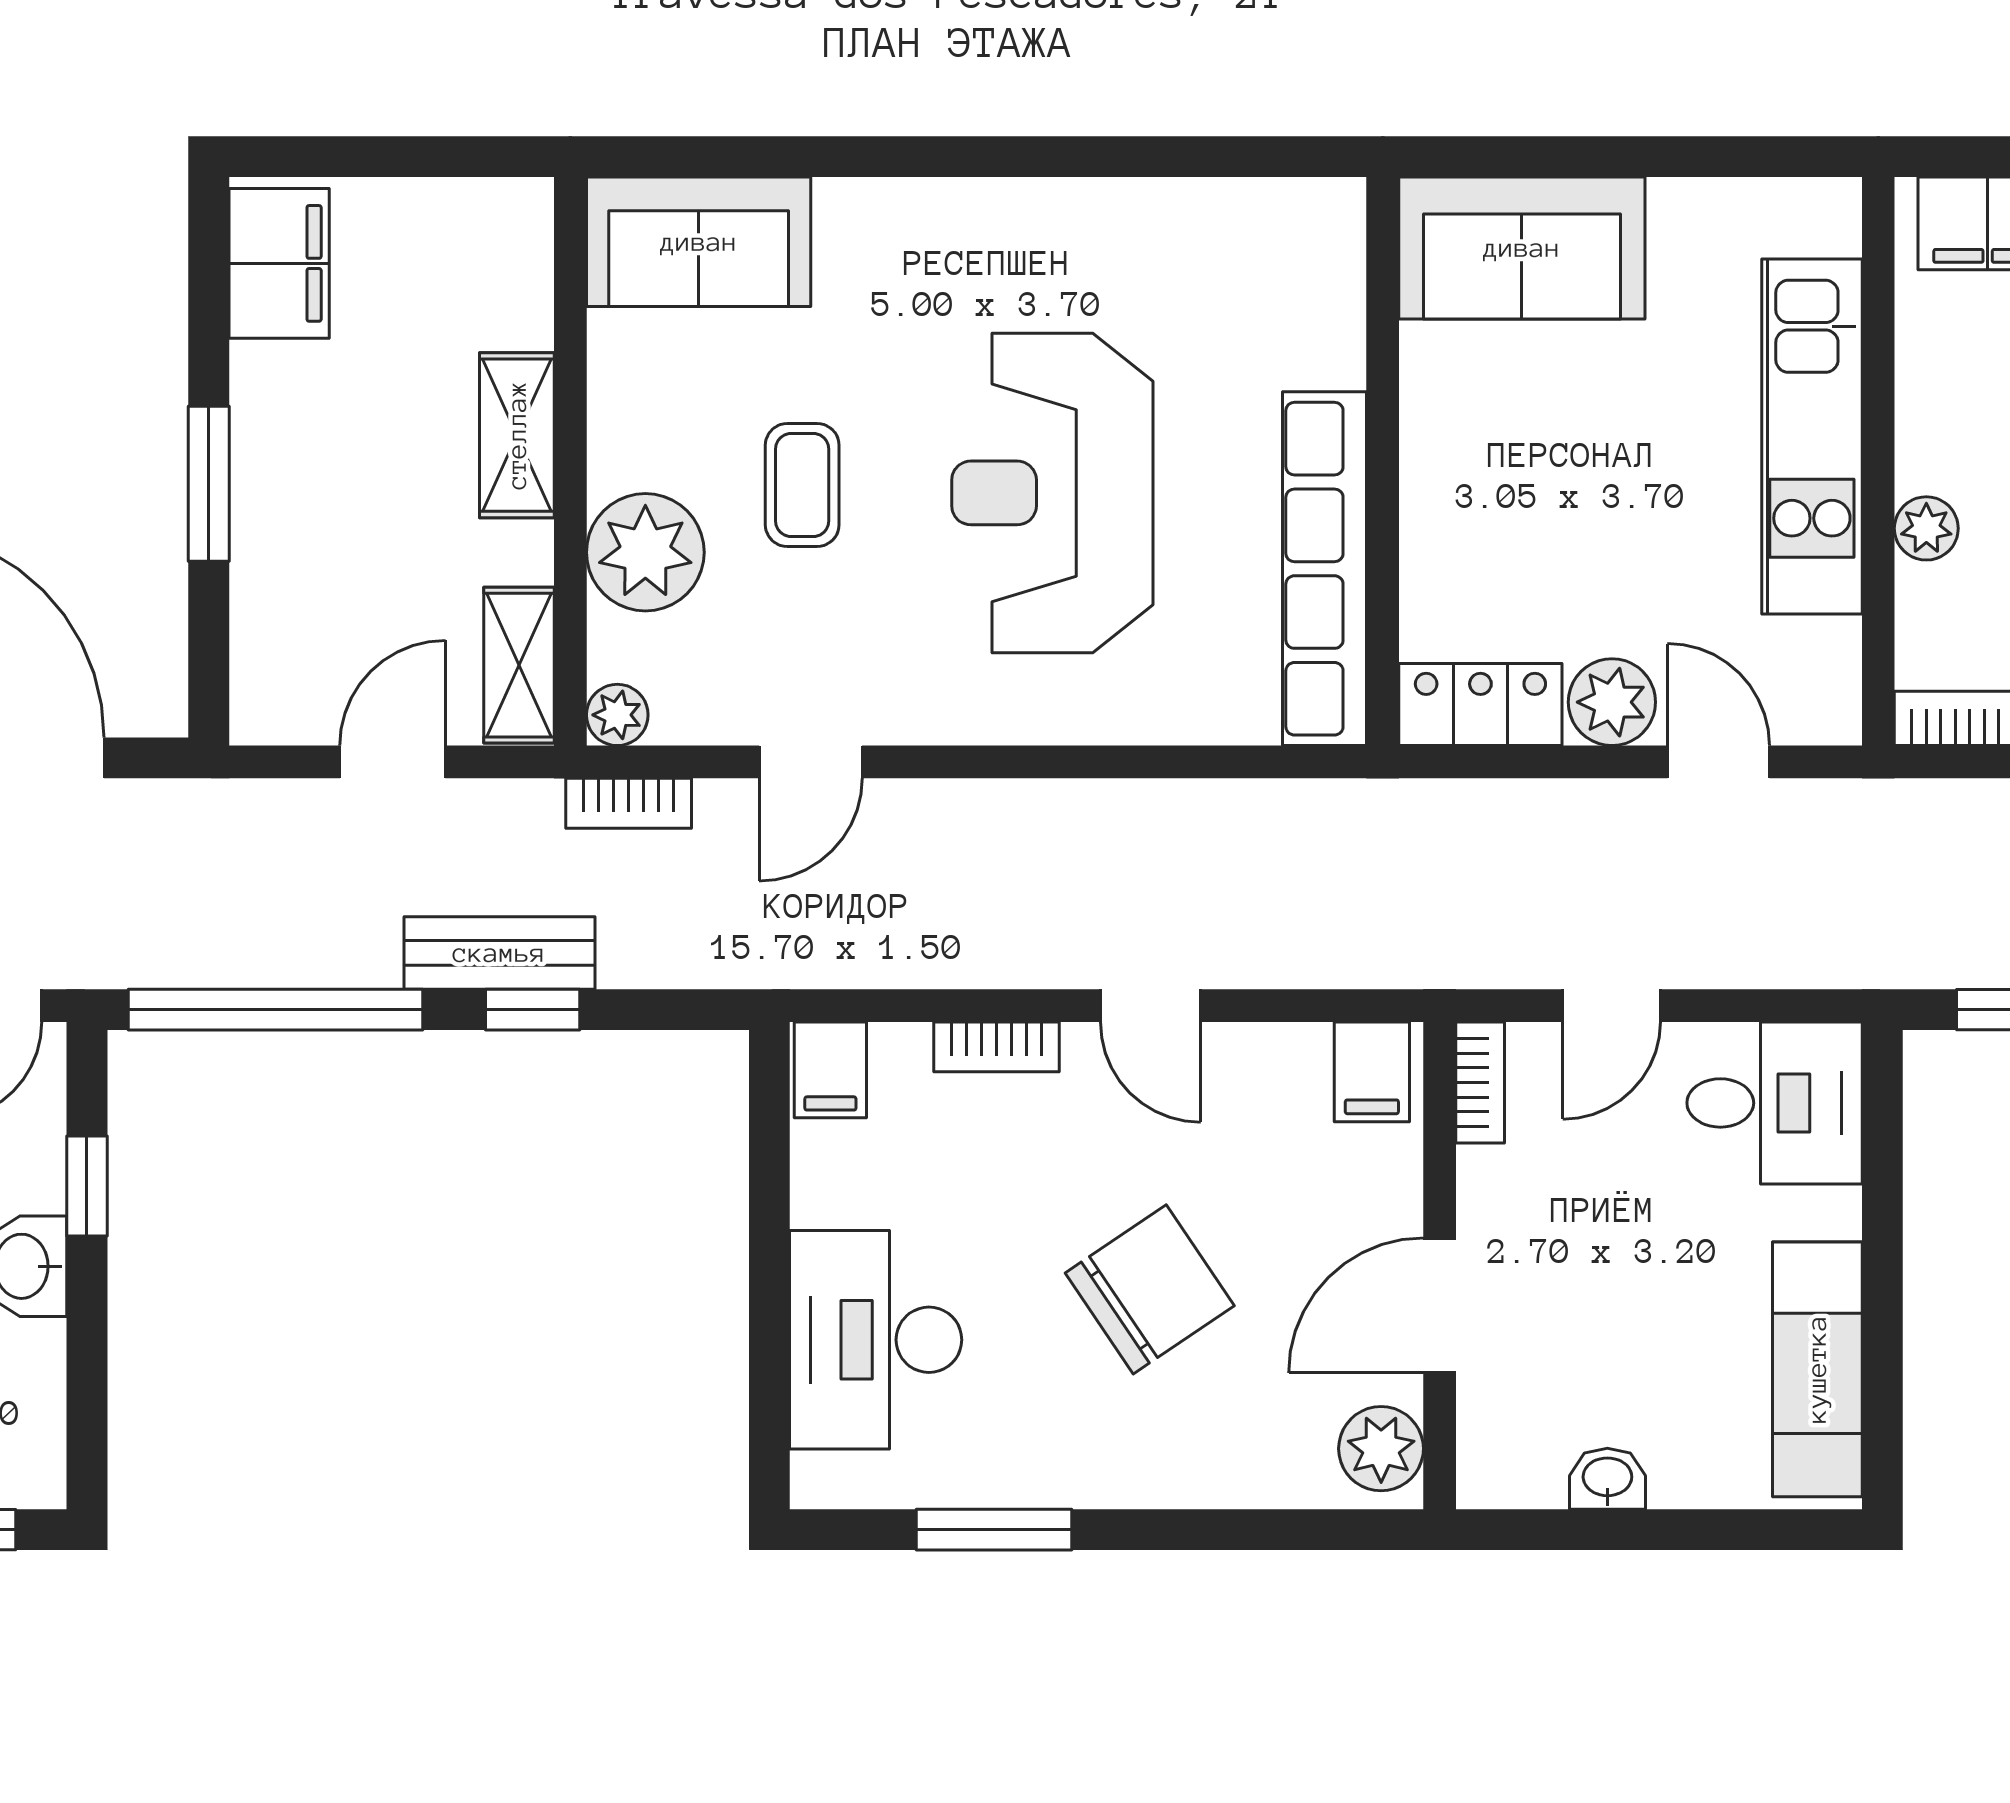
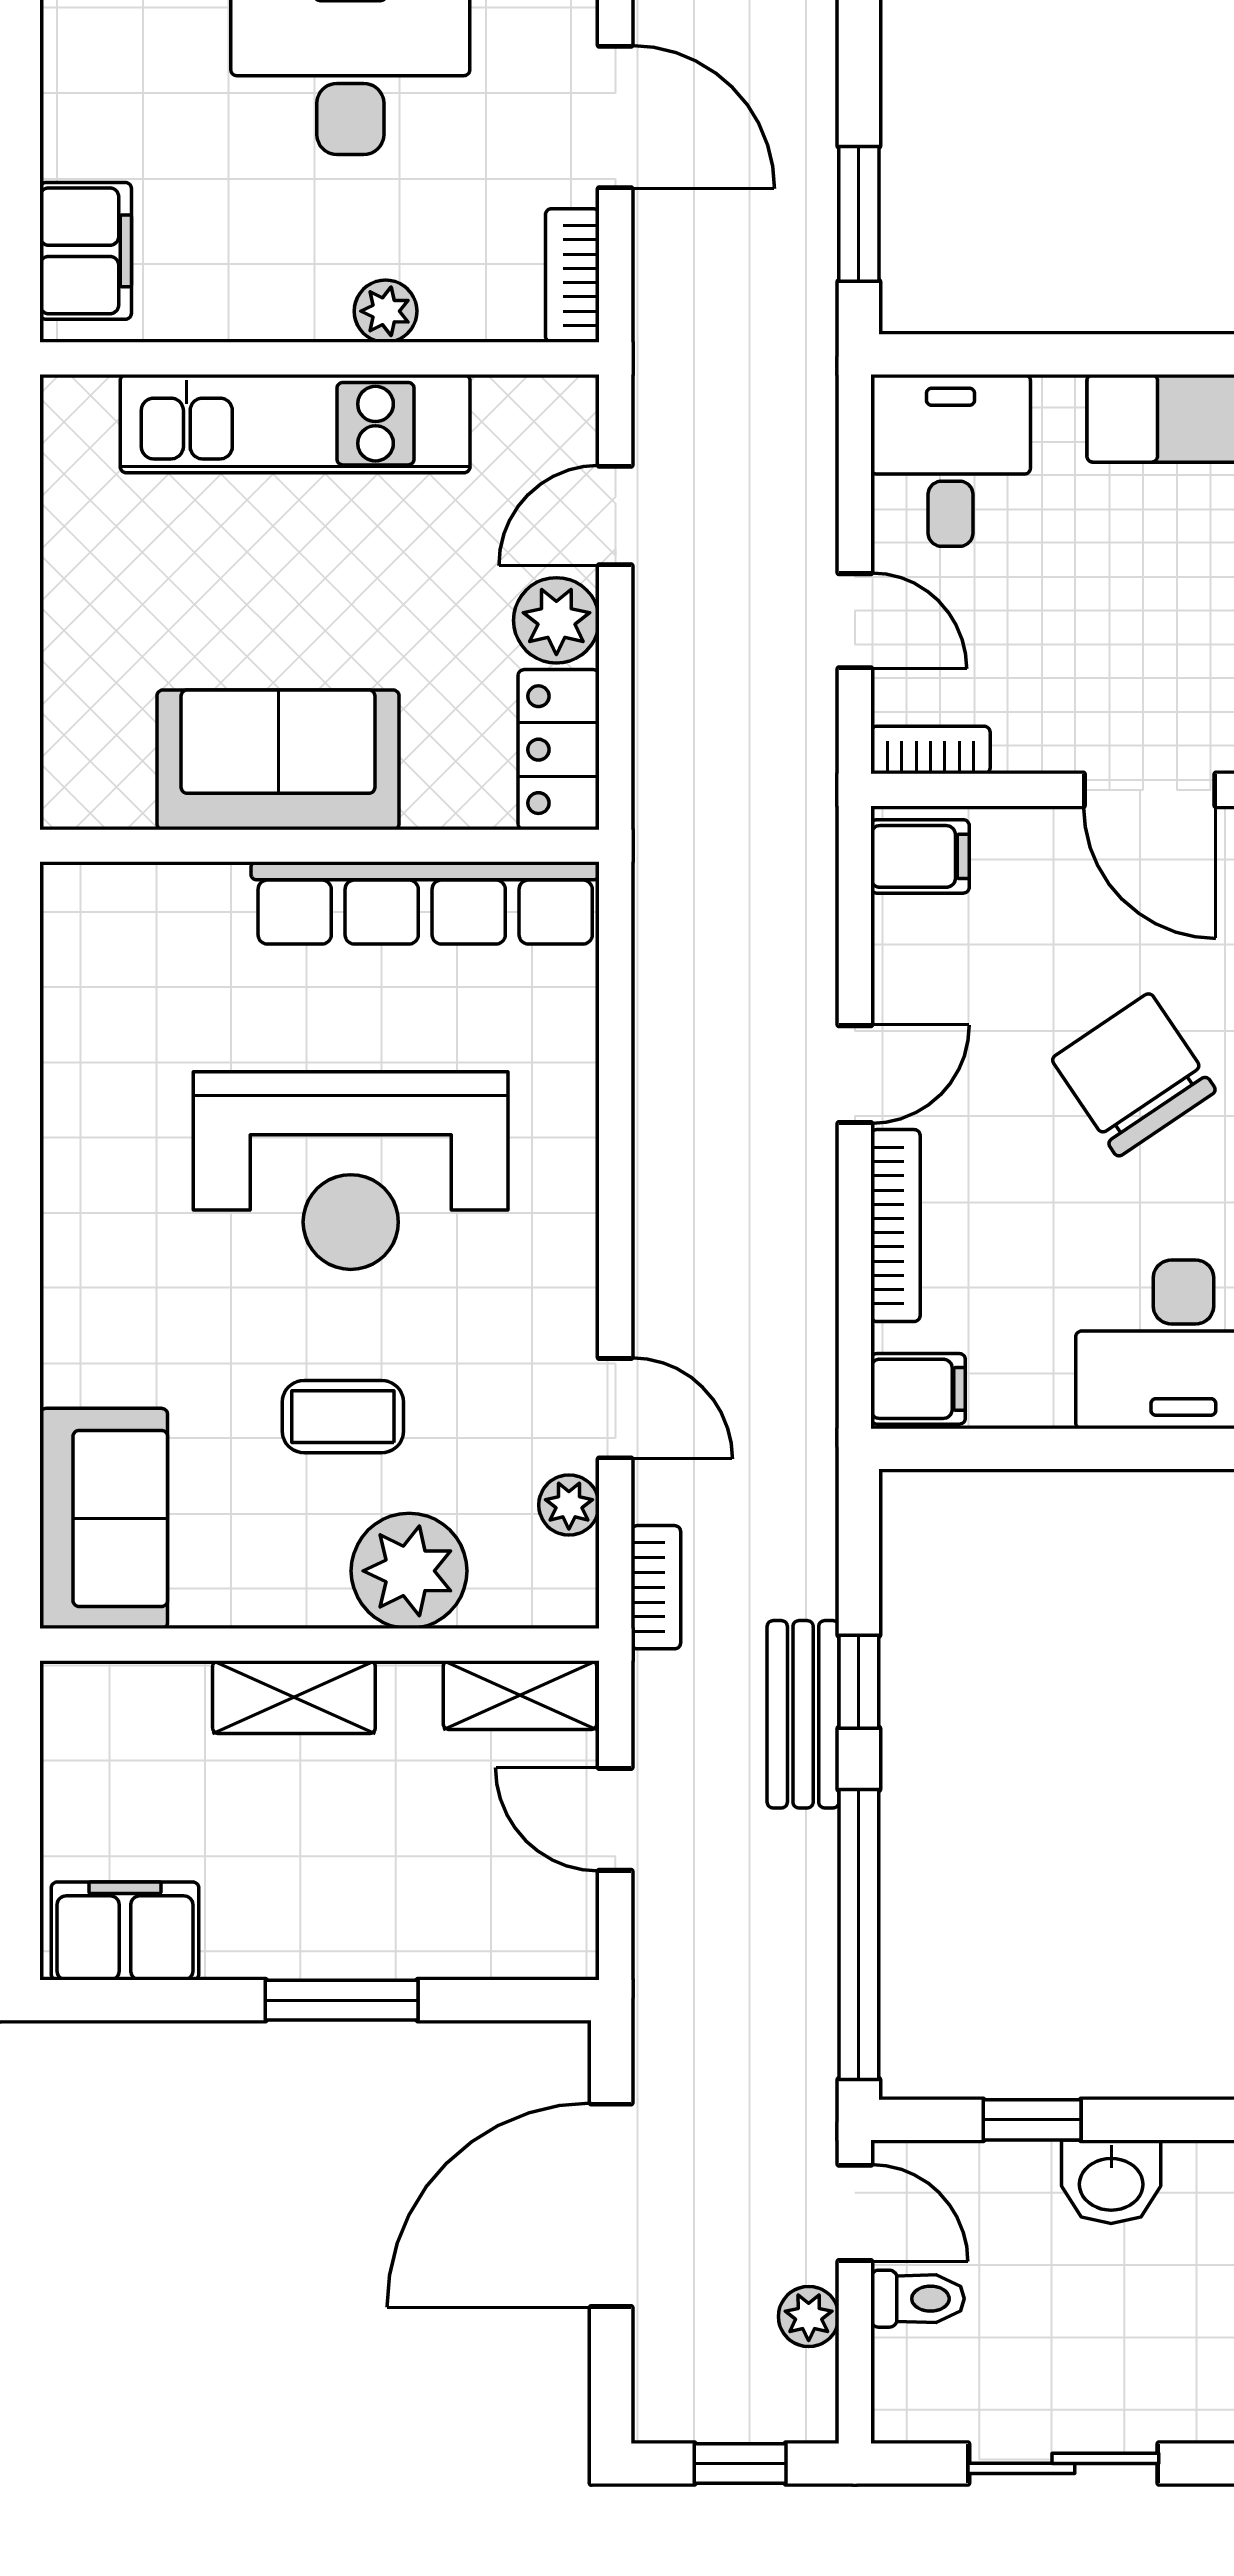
sofa: (1522, 248) -> (278, 760), moved, turned -90
plant: (617, 715) -> (569, 1505), moved
bookcase: (996, 1047) -> (895, 1226), width x1.56

